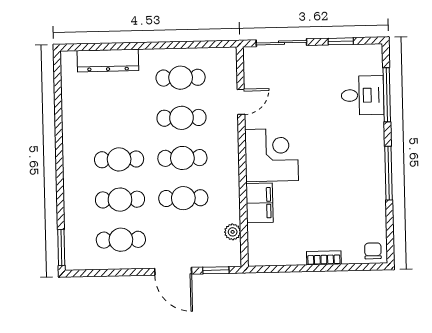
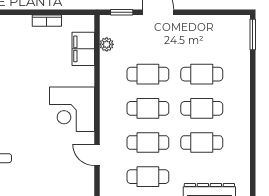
door: (241, 102) -> (97, 155), hinge flipped
filing cabinet: (259, 203) -> (83, 49), moved
cafe table: (121, 240) -> (202, 142), moved
bookcase: (324, 258) -> (47, 21), moved

